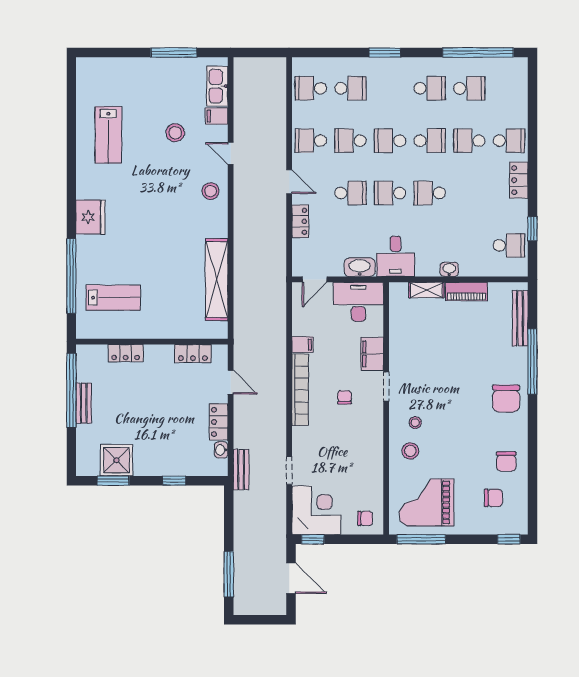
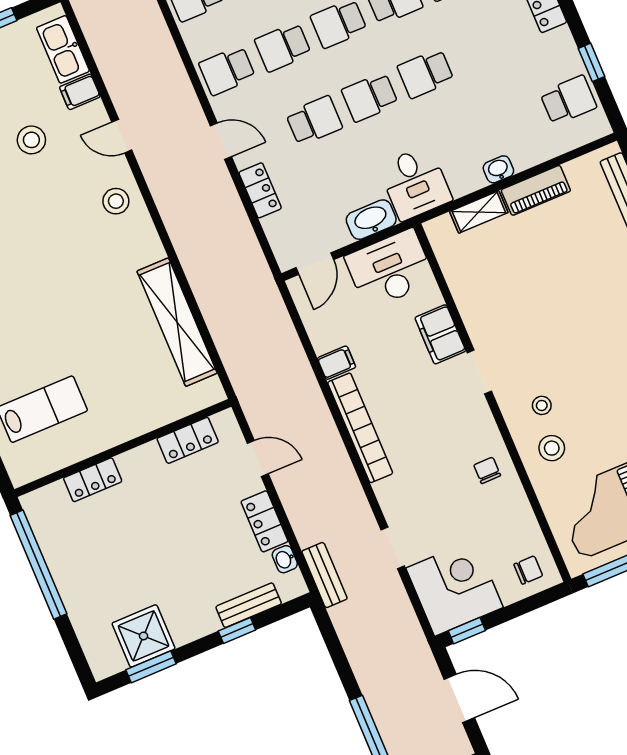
chair: (345, 397) -> (487, 470), moved
bench: (84, 403) -> (249, 605), moved, turned 90

